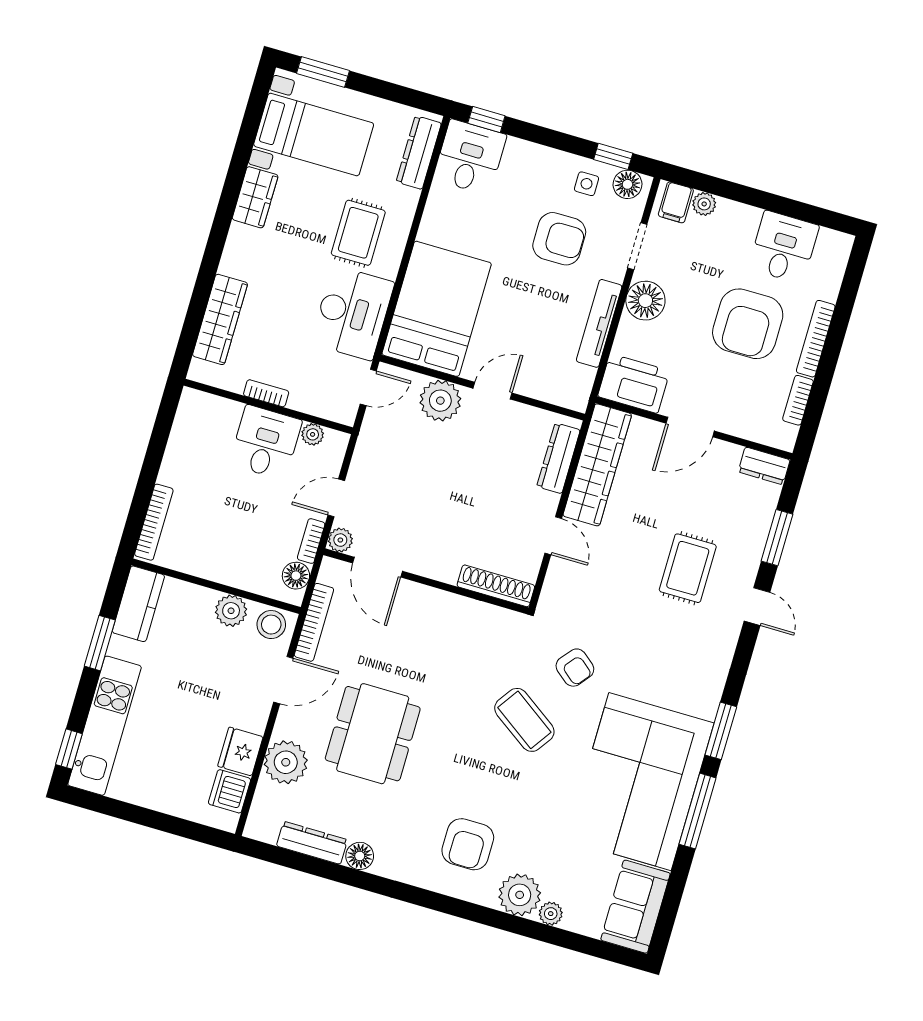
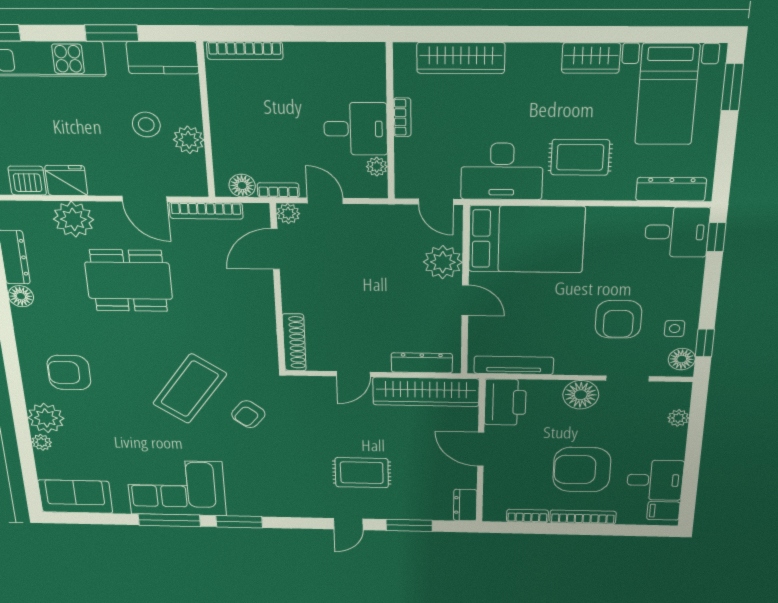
filing cabinet: (676, 202) -> (663, 511), moved
tv unit: (599, 323) -> (514, 365), moved
stool: (271, 625) -> (146, 125), moved
coffee table: (524, 720) -> (190, 389), width x1.36, depth x1.32
corner sofa: (640, 782) -> (176, 488), width x0.73, depth x0.74

